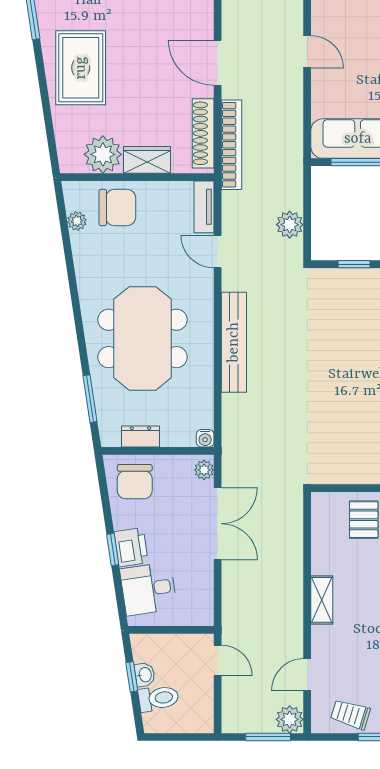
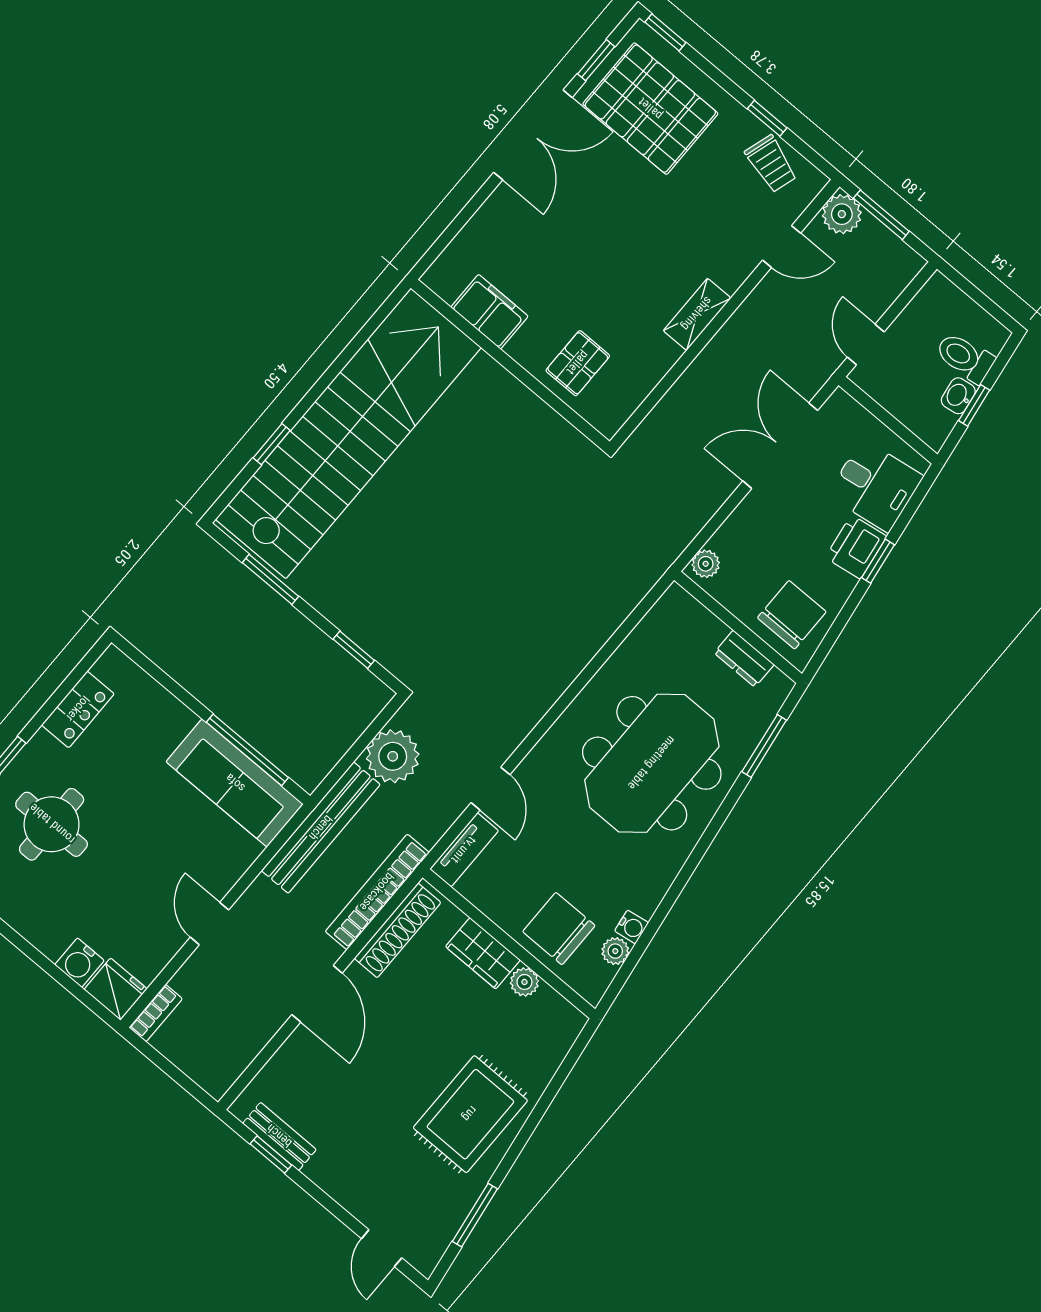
plant: (103, 154) -> (524, 982), width x0.53, depth x0.53
plant: (290, 225) -> (393, 756), width x1.36, depth x1.36
bench: (234, 342) -> (321, 828), moved
water cooler: (205, 438) -> (632, 927), moved, turned 81
double door: (218, 524) -> (780, 446), moved

